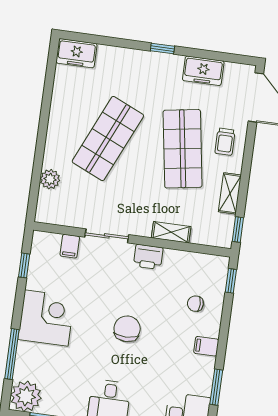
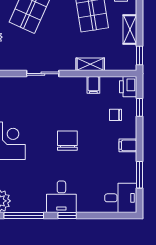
filing cabinet: (70, 246) -> (93, 85), moved
printer: (148, 257) -> (128, 87), moved, turned 90
window: (231, 281) -> (139, 107), moved

